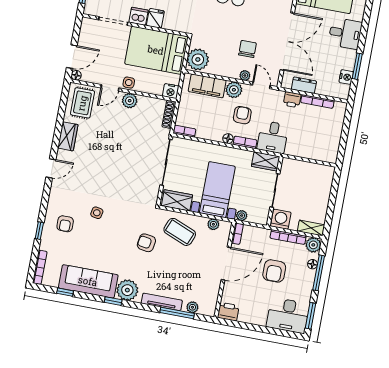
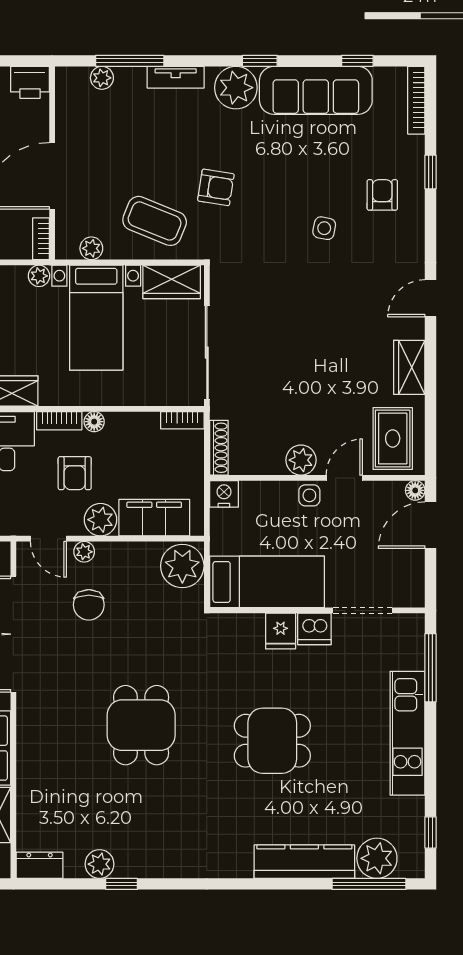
bed: (156, 50) -> (267, 582), width x0.67
tv unit: (162, 302) -> (176, 77), width x0.71

